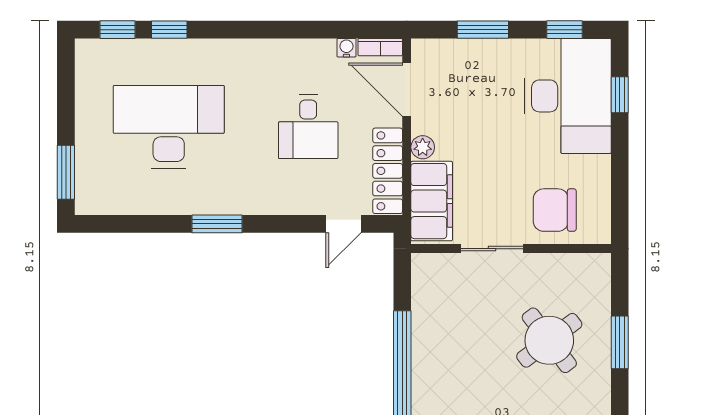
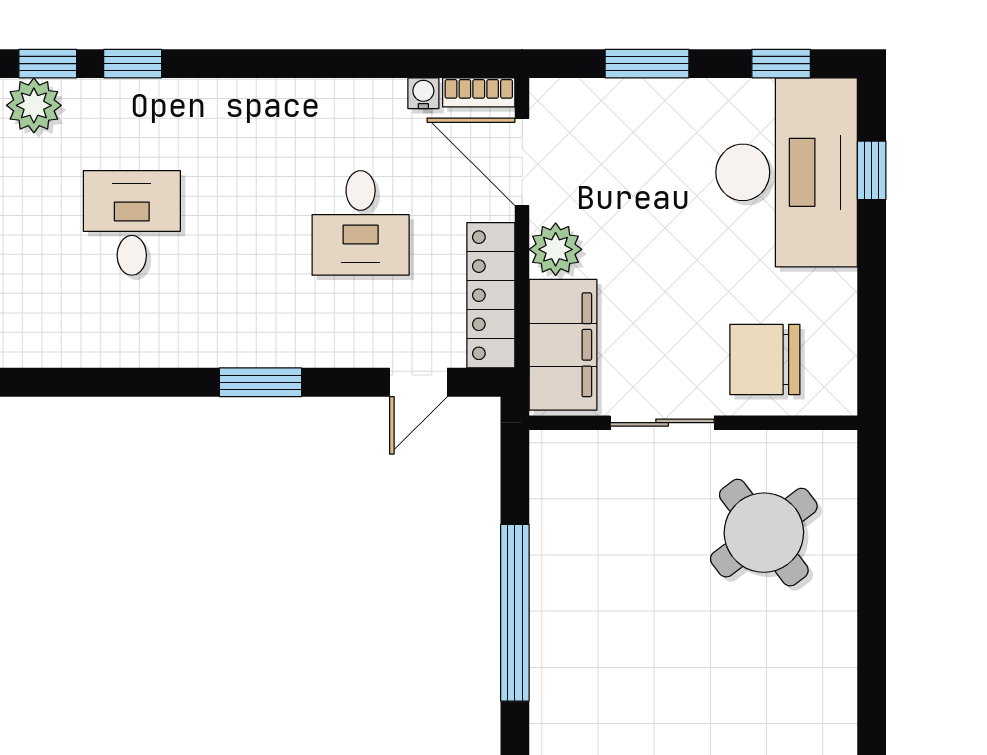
plant: (109, 55) -> (34, 105), added
desk: (169, 127) -> (132, 223), width x0.53, depth x0.77
plant: (423, 147) -> (556, 249), width x1.38, depth x1.38
window: (217, 224) -> (260, 382), moved
round table: (549, 340) -> (764, 533), moved
window: (620, 342) -> (872, 577), removed

